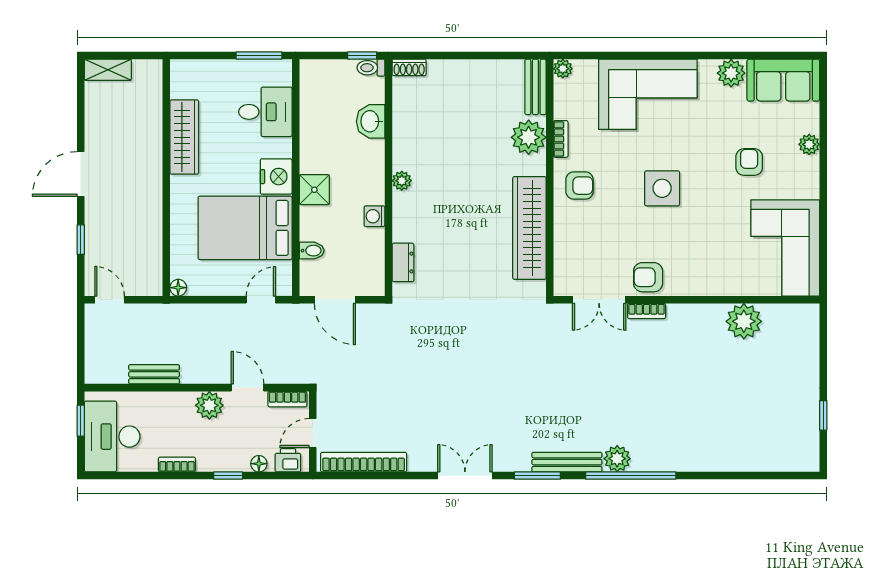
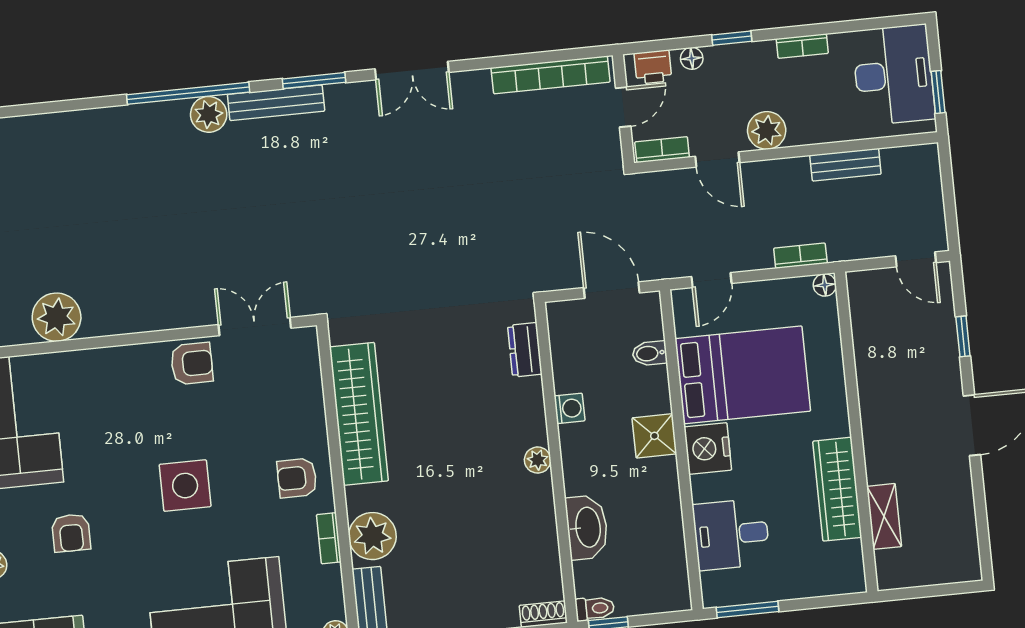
shelving: (108, 70) -> (884, 516), moved, turned 90
washbasin: (371, 121) -> (587, 527), width x1.38
bookcase: (647, 311) -> (800, 256), moved

